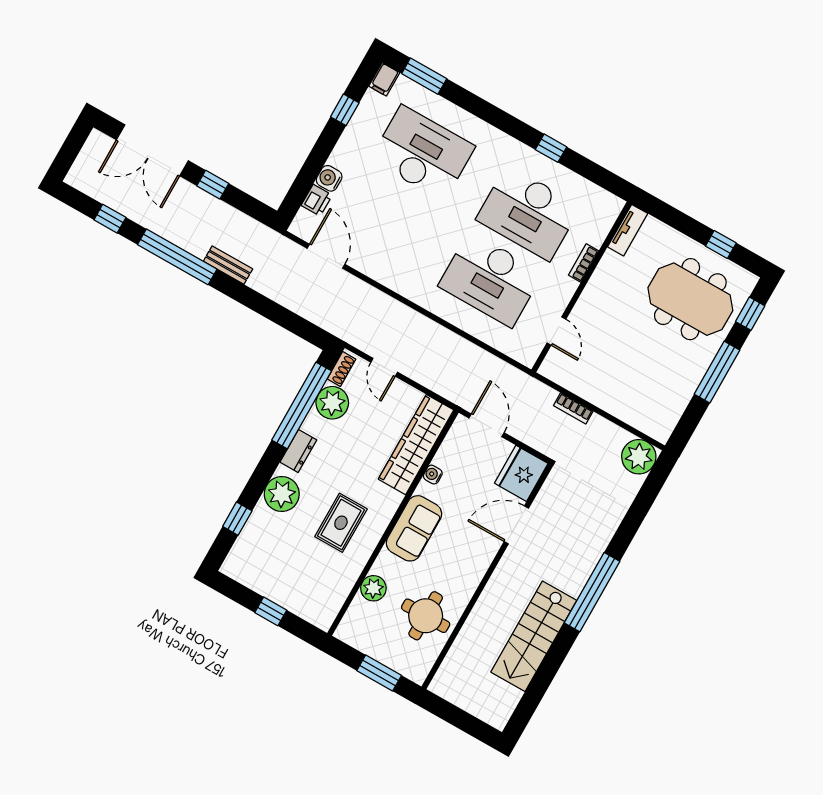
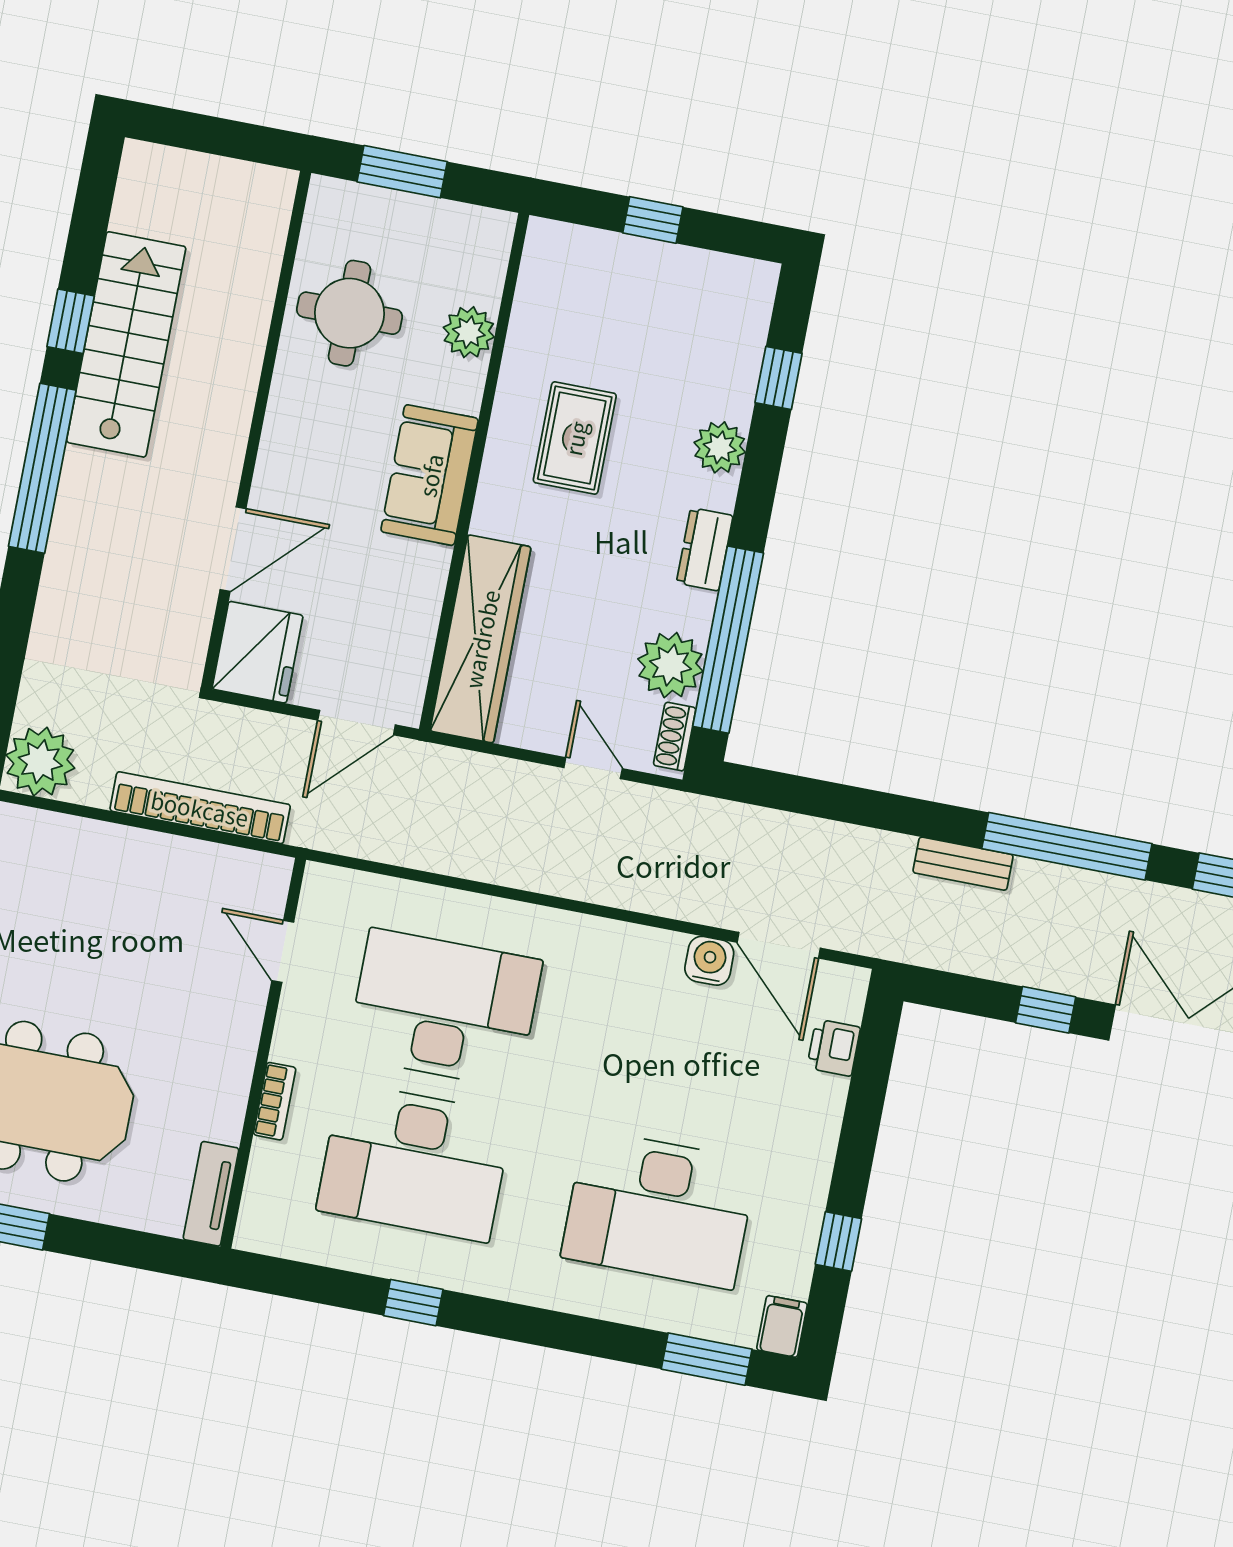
water cooler: (329, 178) -> (709, 961), moved, turned -90
desk: (528, 213) -> (415, 1162), turned 180
bookcase: (573, 408) -> (200, 808), width x2.31, depth x1.31
door: (486, 425) -> (357, 723), hinge flipped
water cooler: (433, 475) -> (428, 592), removed
plant: (282, 494) -> (720, 447), width x0.73, depth x0.73
window: (556, 656) -> (71, 321), added

